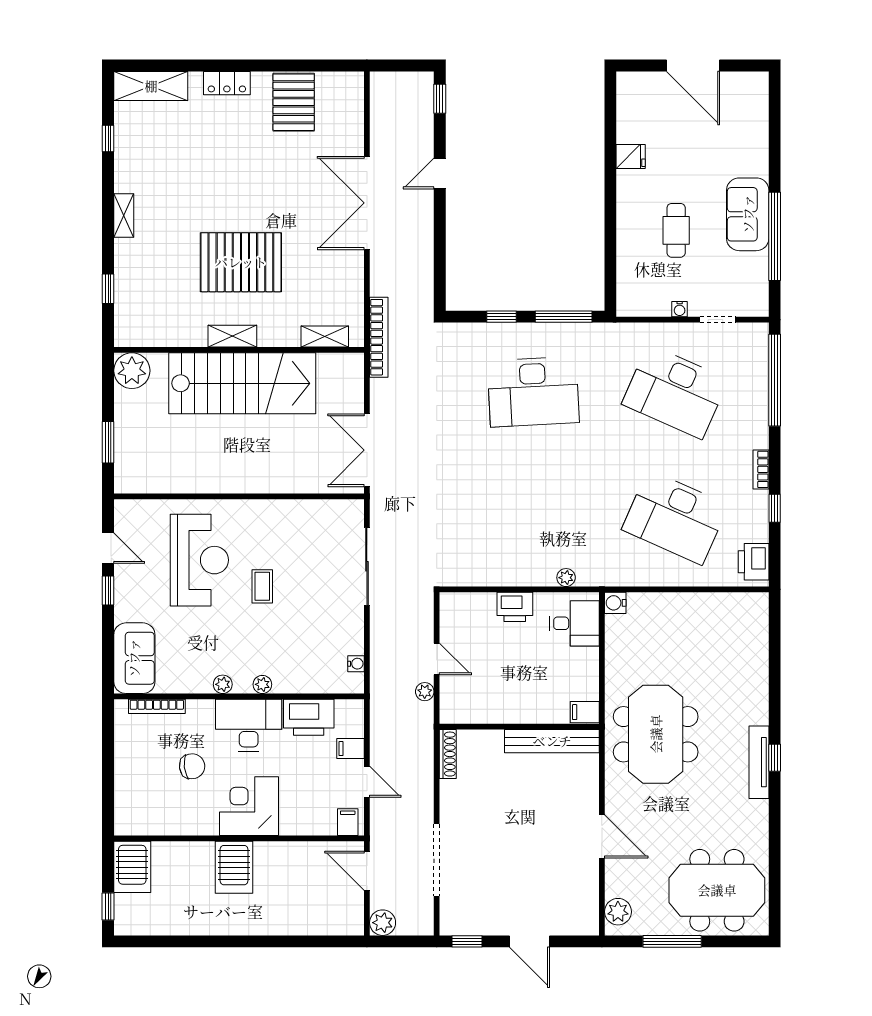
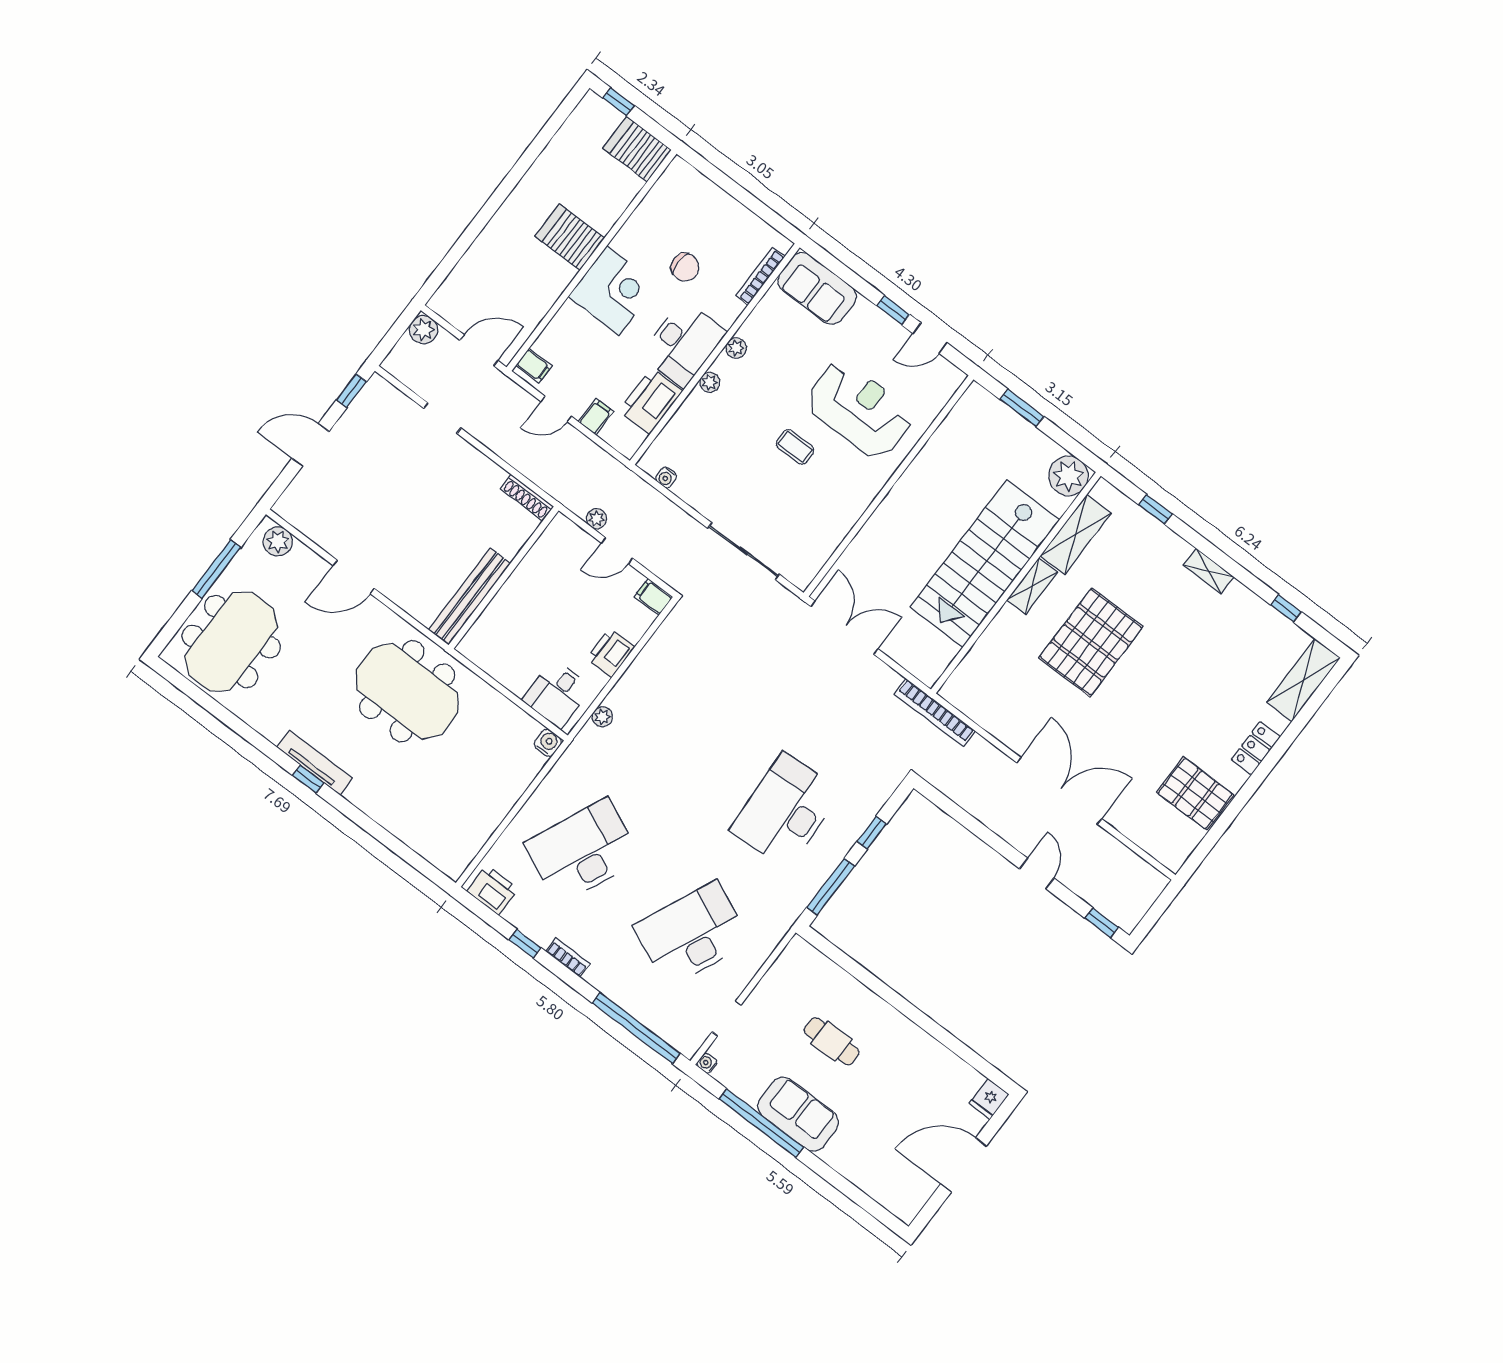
fridge: (631, 156) -> (989, 1099), moved
water cooler: (680, 309) -> (707, 1063), moved
shelving: (325, 336) -> (1076, 535), moved, width x1.50, depth x1.33
reception desk: (199, 560) -> (859, 410), turned 180
filing cabinet: (585, 712) -> (653, 597), moved, turned -90
chair: (192, 766) -> (685, 267), turned -83
doorway: (437, 860) -> (442, 418), width x0.53

